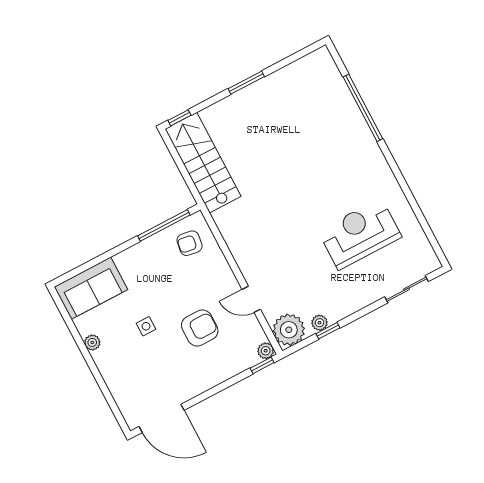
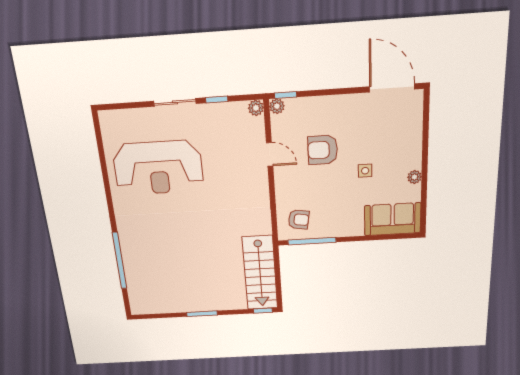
reception desk: (360, 234) -> (158, 168), width x1.36, depth x1.30
sliding door: (407, 289) -> (175, 102), moved
plant: (320, 323) -> (221, 110), removed
plant: (289, 330) -> (256, 108), width x0.53, depth x0.53

